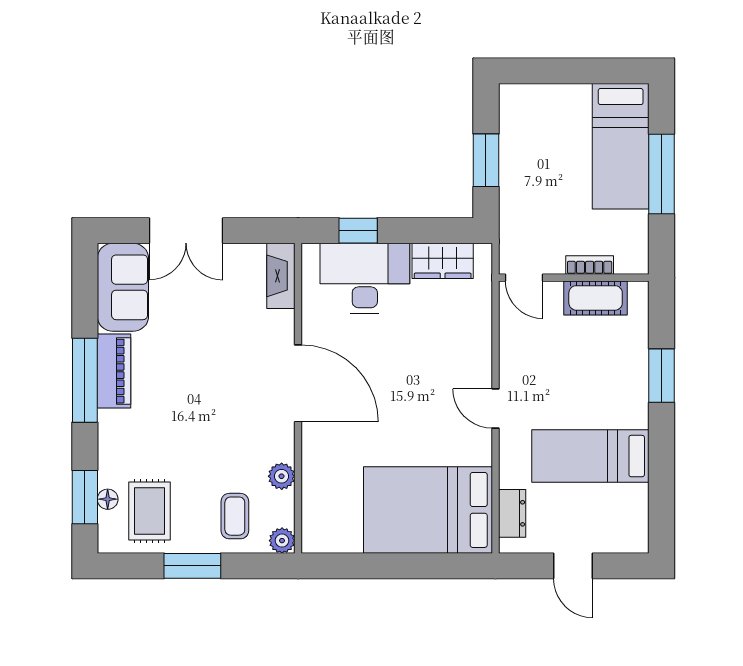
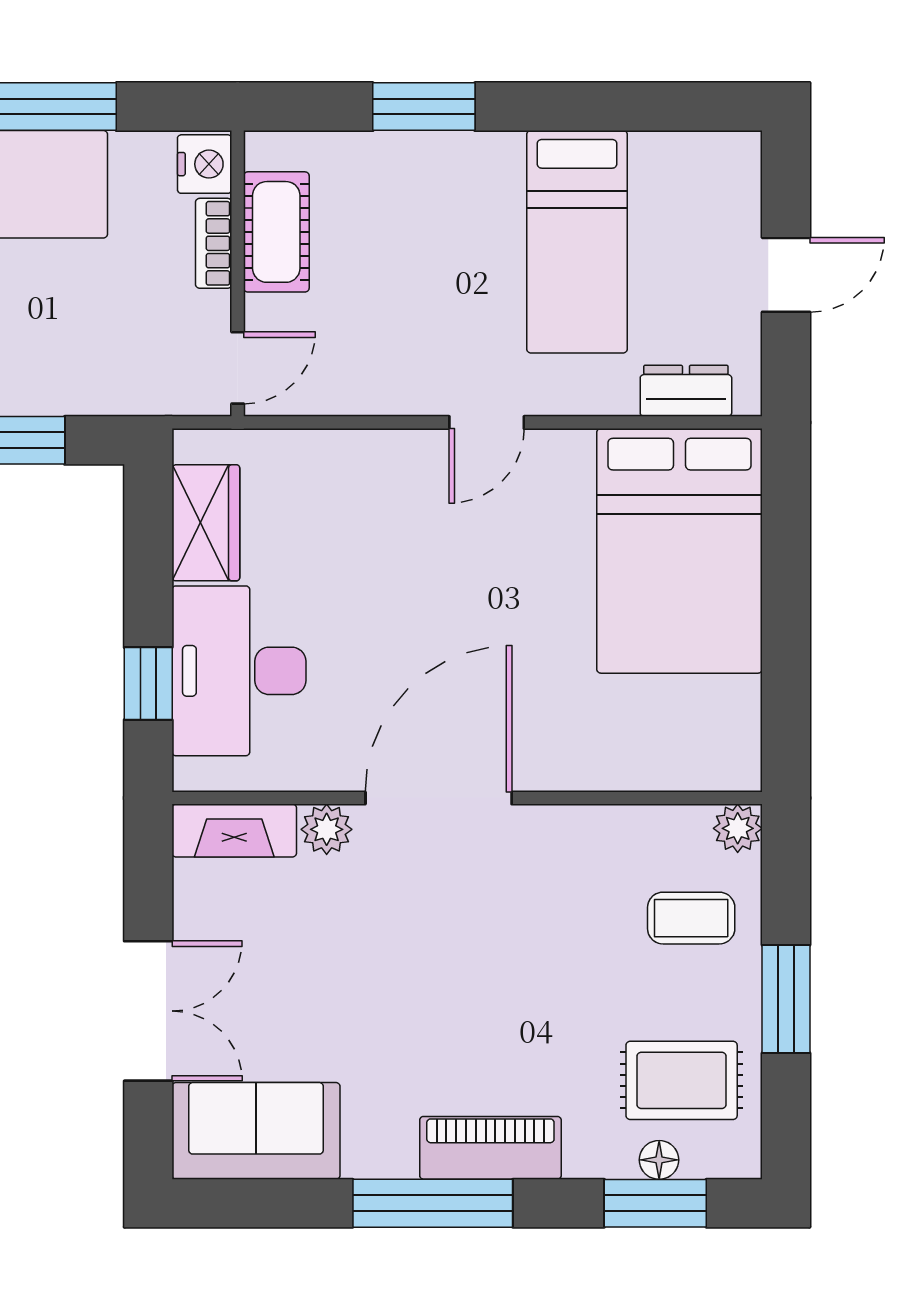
nightstand: (631, 260) -> (205, 164), added
piano: (114, 371) -> (490, 1148), moved
plant: (282, 476) -> (327, 829), moved

